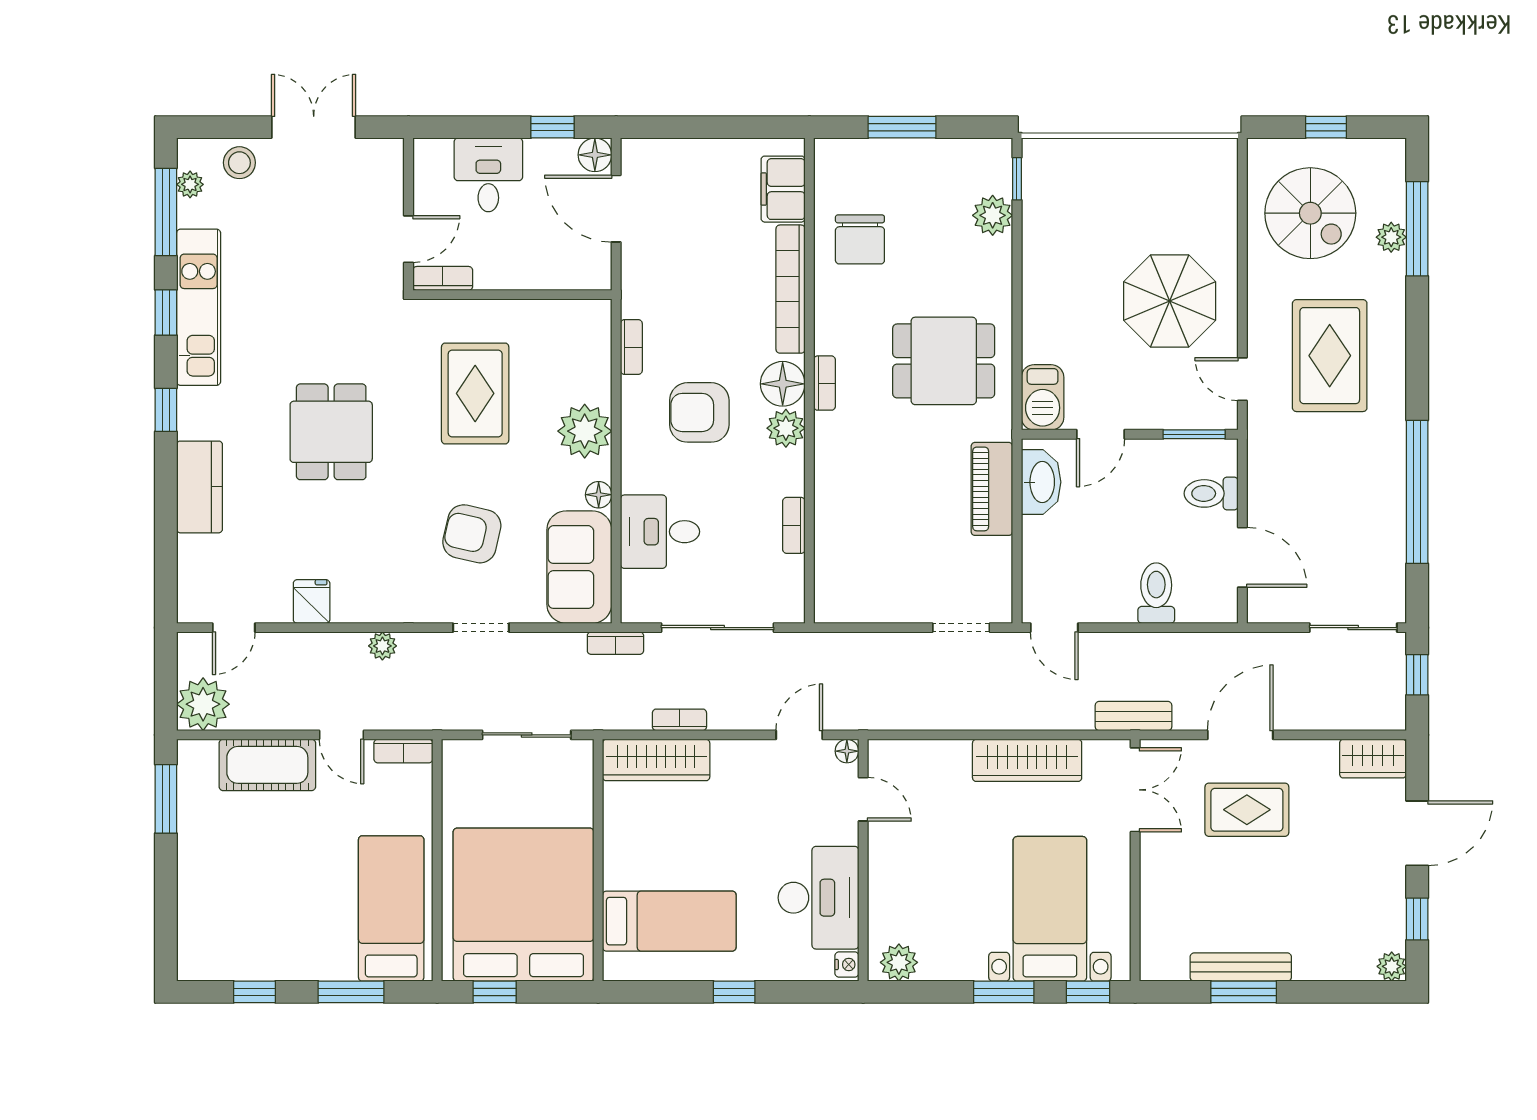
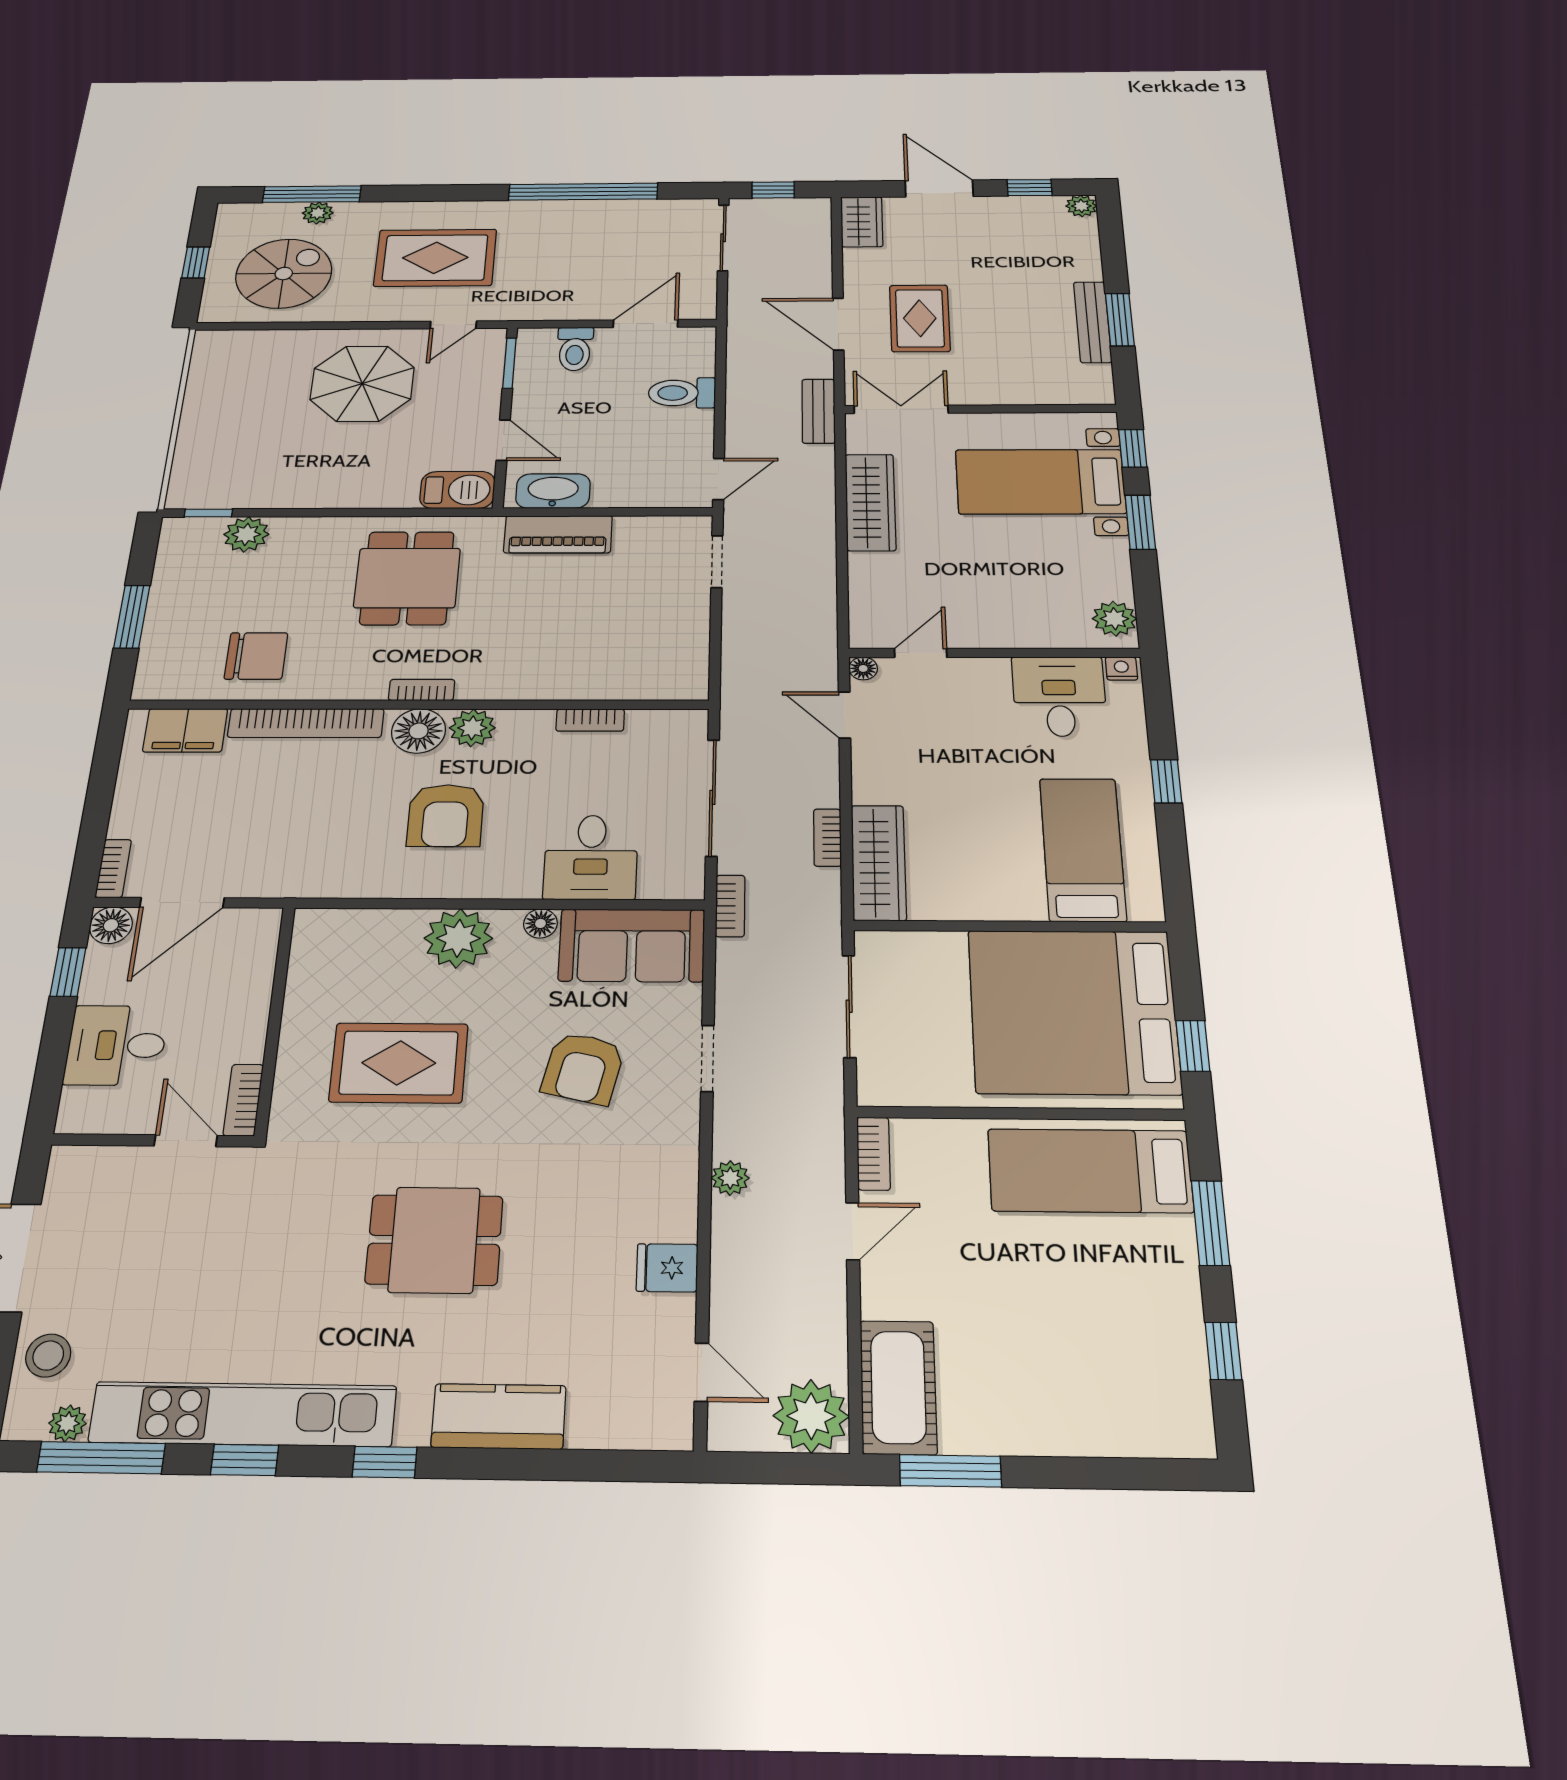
kitchen unit: (199, 307) -> (243, 1414), width x1.36
bookcase: (631, 347) -> (113, 868), moved, turned 90
cot: (267, 765) -> (898, 1387), moved
desk: (818, 898) -> (1059, 696), width x0.73

